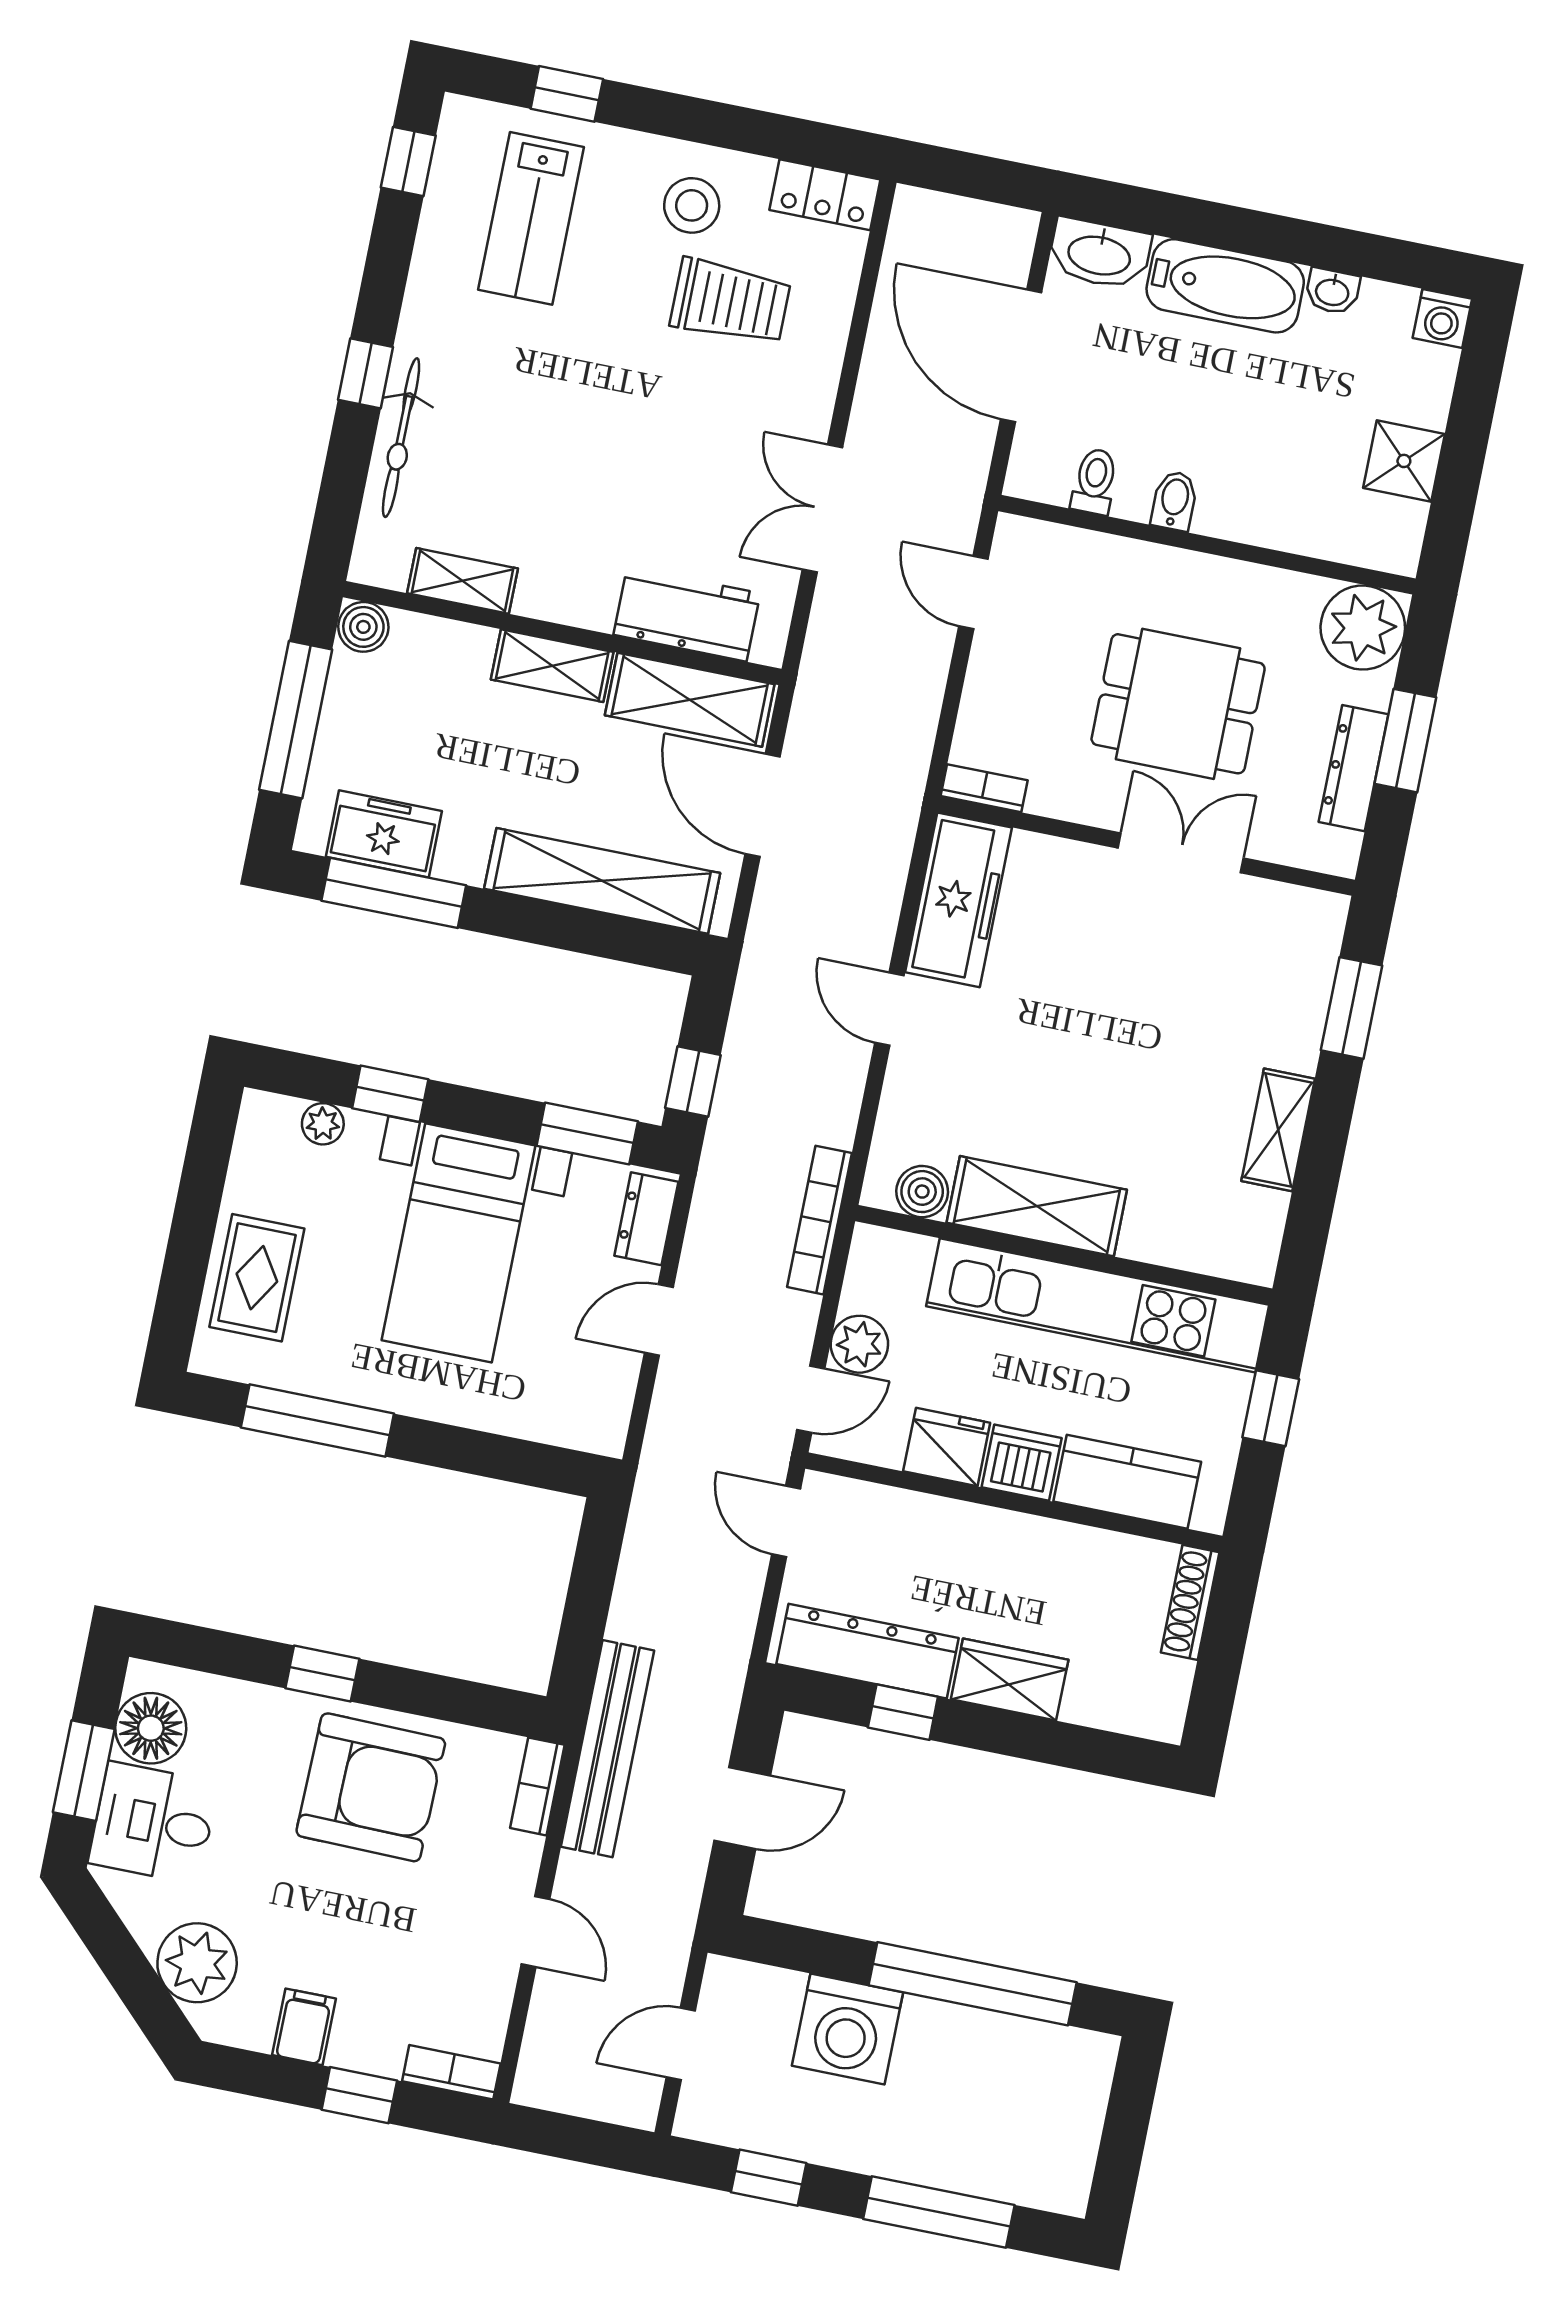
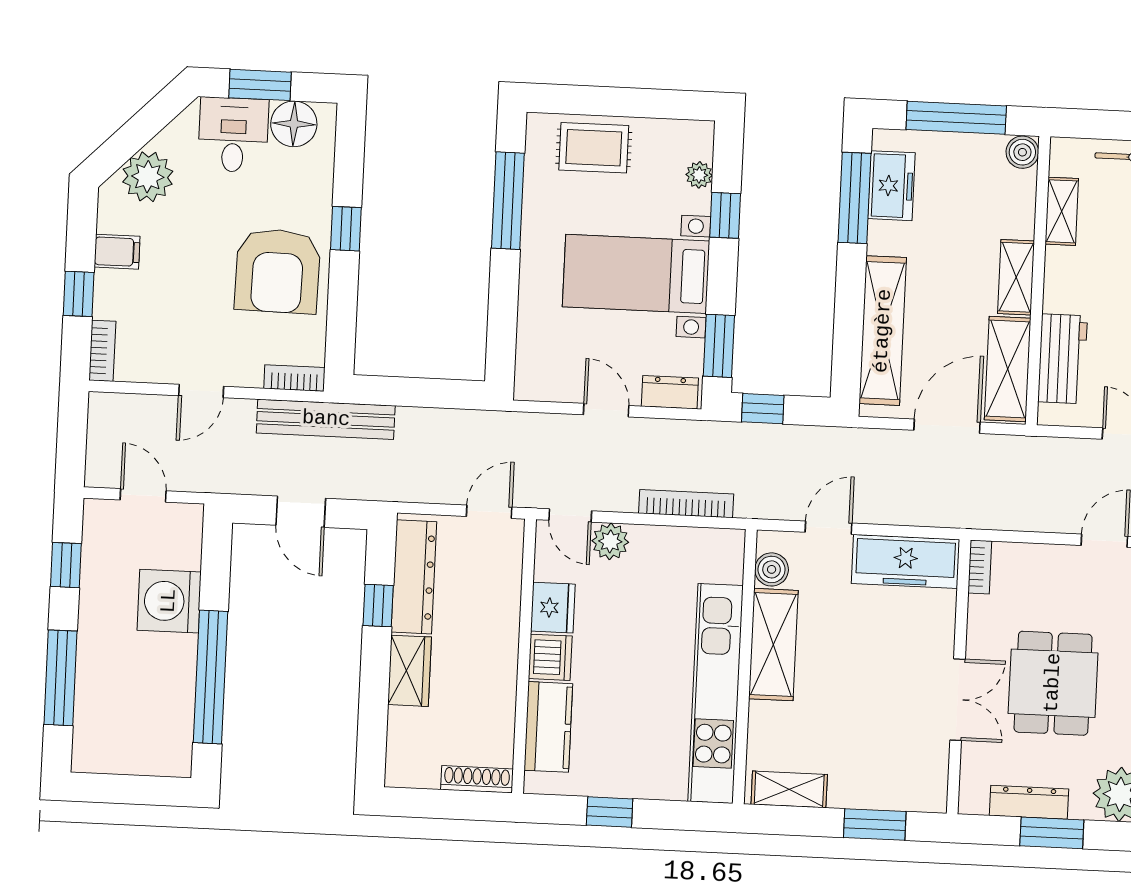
boiler: (922, 1192) -> (772, 569), moved
shelving: (1037, 1206) -> (773, 645), moved
wall: (1064, 1255) -> (745, 667), moved
kitchen unit: (1098, 1305) -> (716, 693), moved

